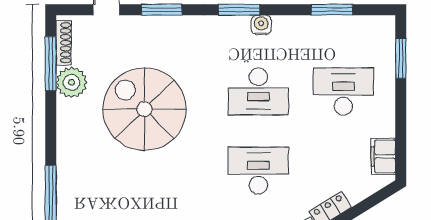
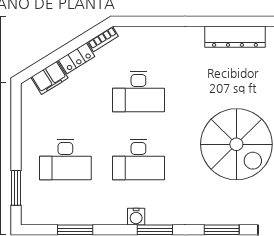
desk: (258, 91) -> (138, 159), turned 180
filing cabinet: (383, 156) -> (49, 78), moved, turned 58

